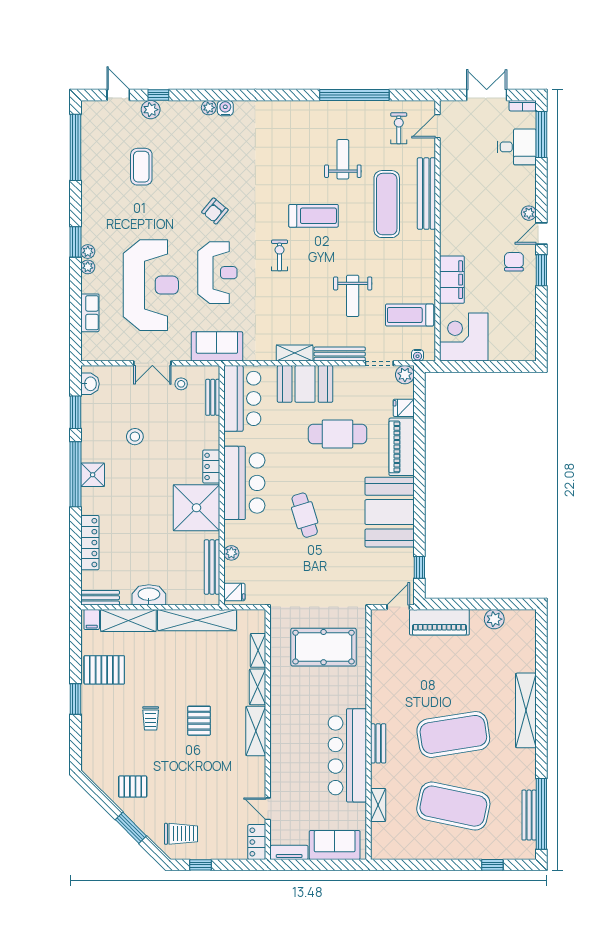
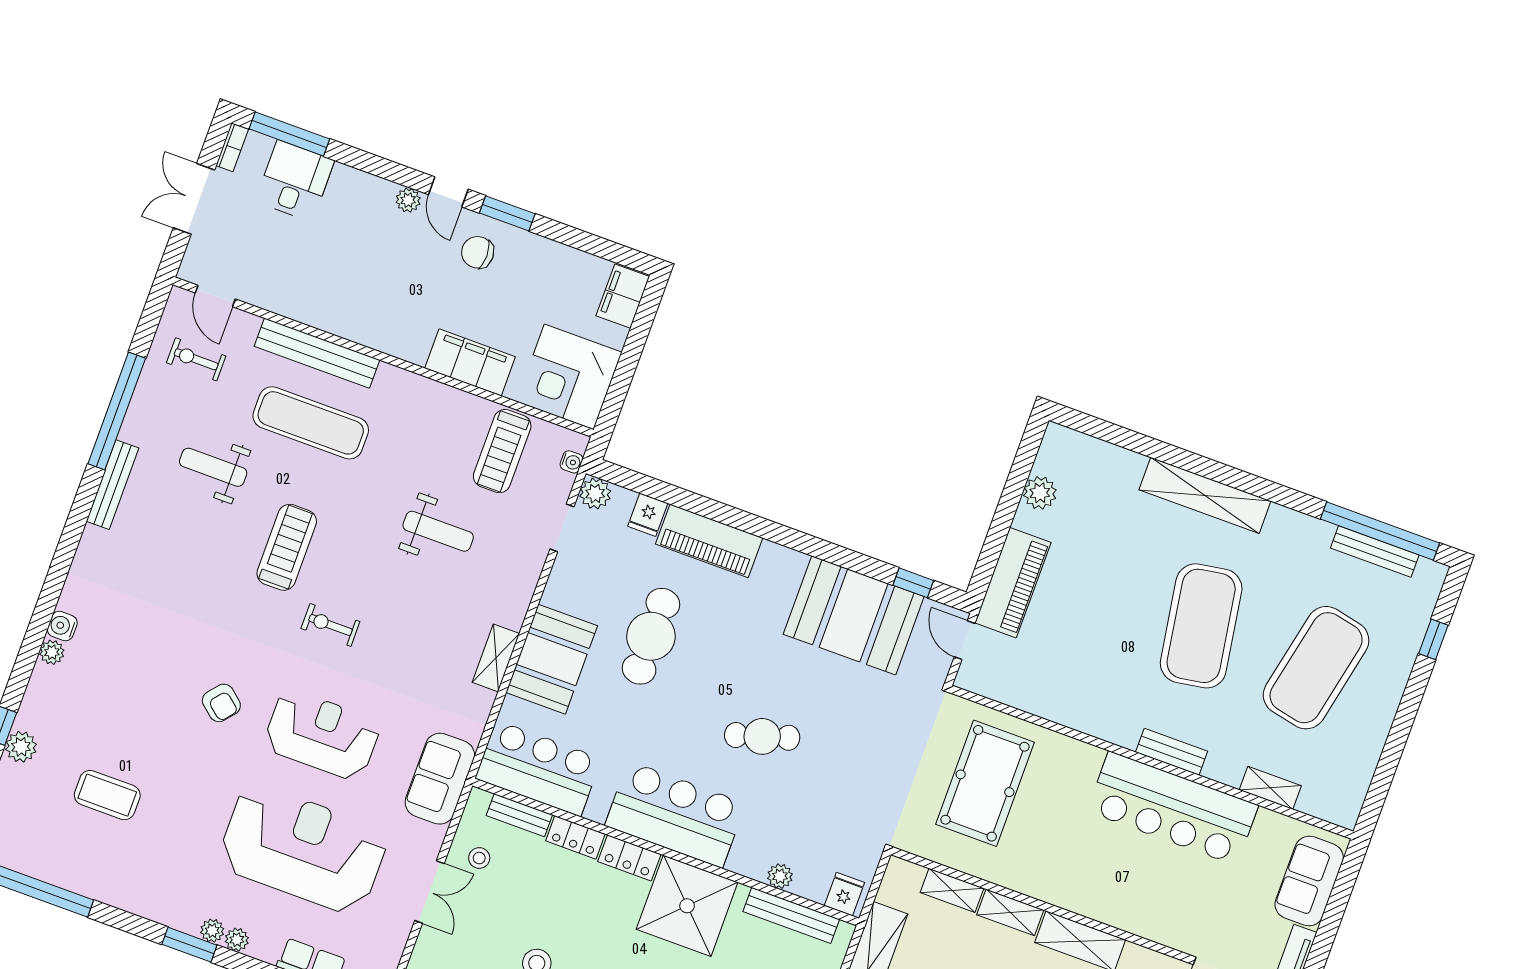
filing cabinet: (519, 350) -> (623, 296), added
bench: (340, 354) -> (113, 485), moved
locker: (212, 433) -> (575, 837), added
booth: (390, 512) -> (854, 615), moved

